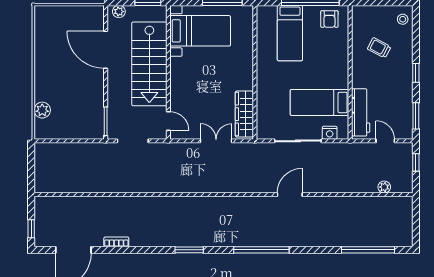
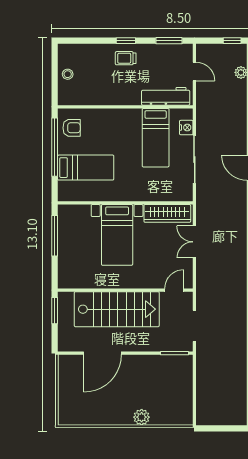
plant: (119, 12) -> (64, 340), removed
stool: (403, 19) -> (68, 74), moved
bed with nightstands: (200, 31) -> (117, 235), moved, turned 180
trolley: (379, 48) -> (126, 58), moved, turned 62
plant: (42, 110) -> (142, 417), moved
door: (385, 141) -> (194, 71), swing flipped
window: (416, 162) -> (232, 41), moved

